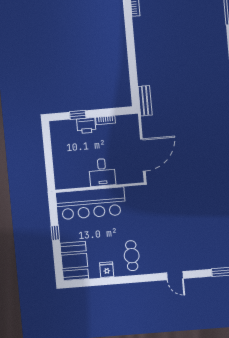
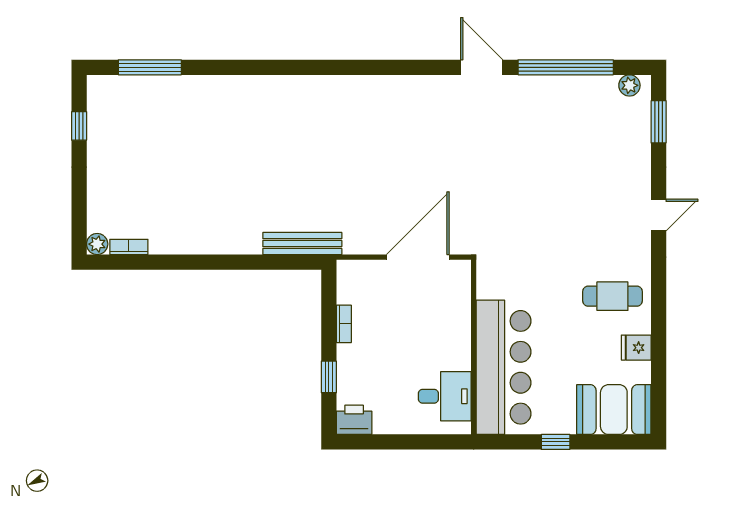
bench: (145, 101) -> (302, 244), width x1.36
printer: (86, 126) -> (354, 420), moved, turned -90
door: (143, 155) -> (418, 257), hinge flipped
desk: (102, 172) -> (445, 396), moved

